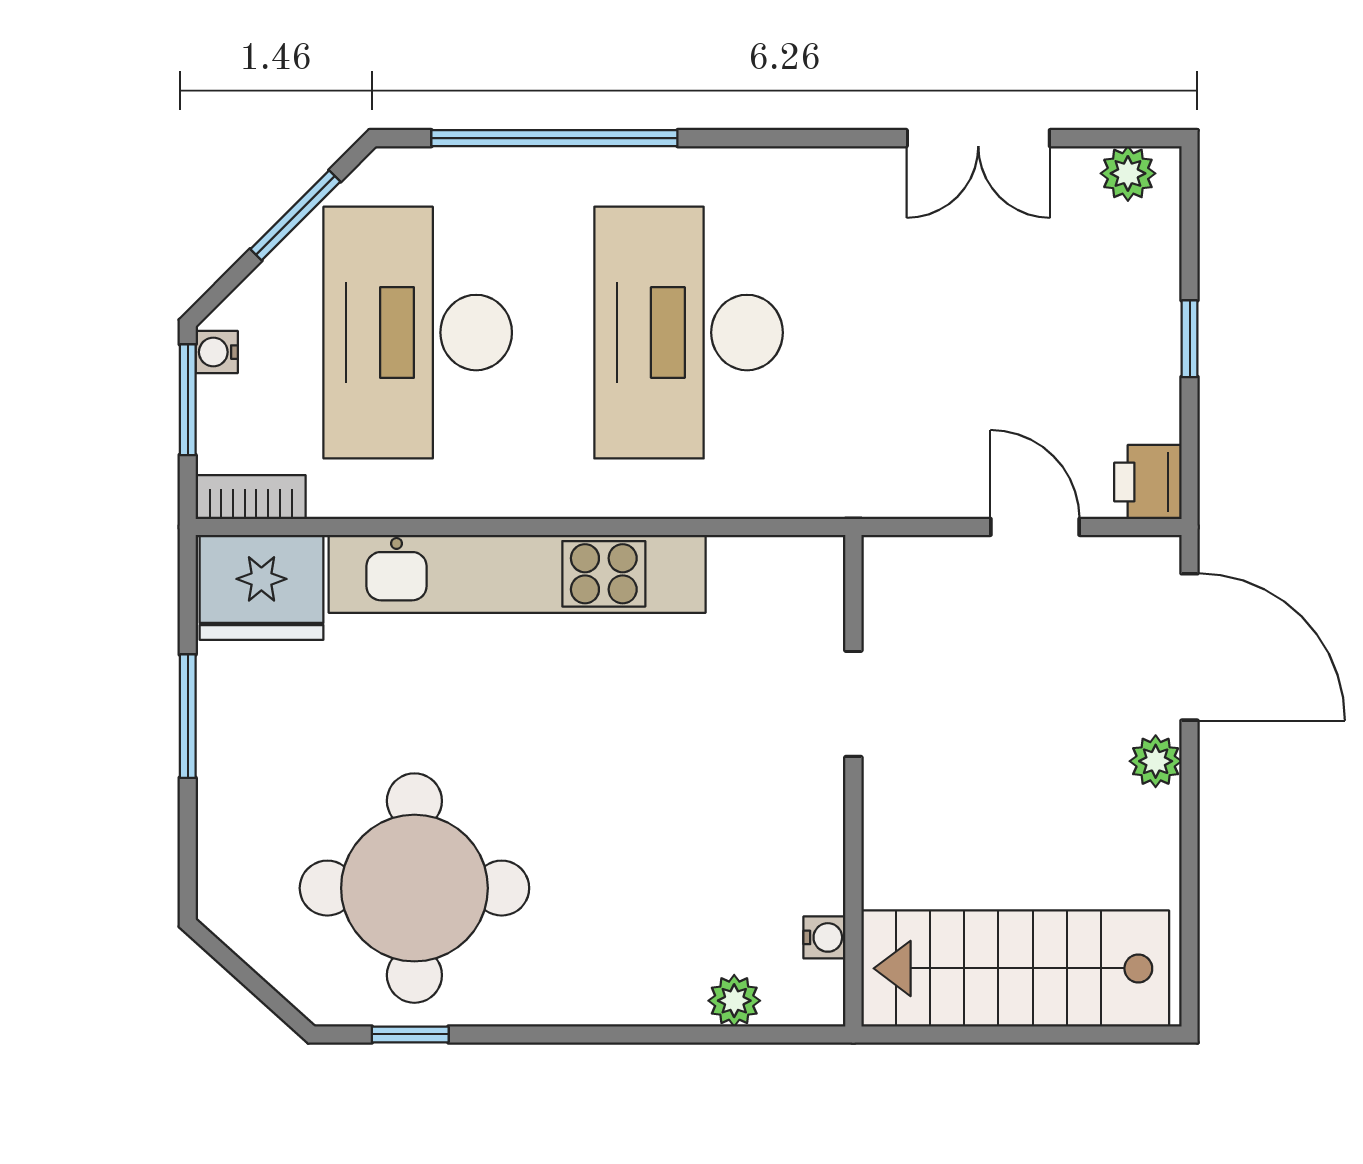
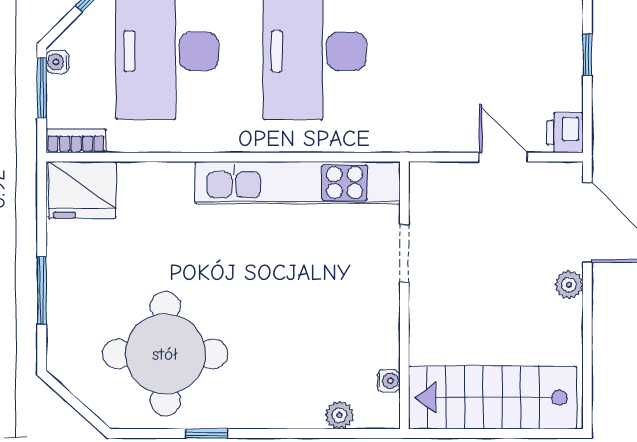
kitchen unit: (517, 574) -> (297, 183), moved
window: (188, 716) -> (42, 290), moved
window: (410, 1034) -> (207, 434), moved

